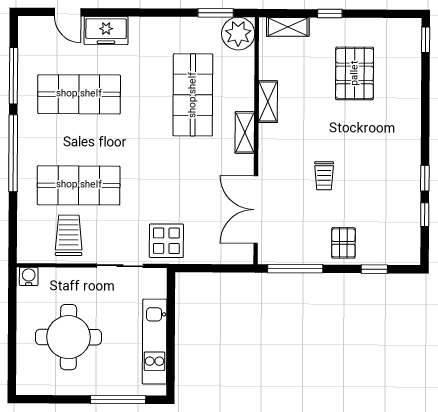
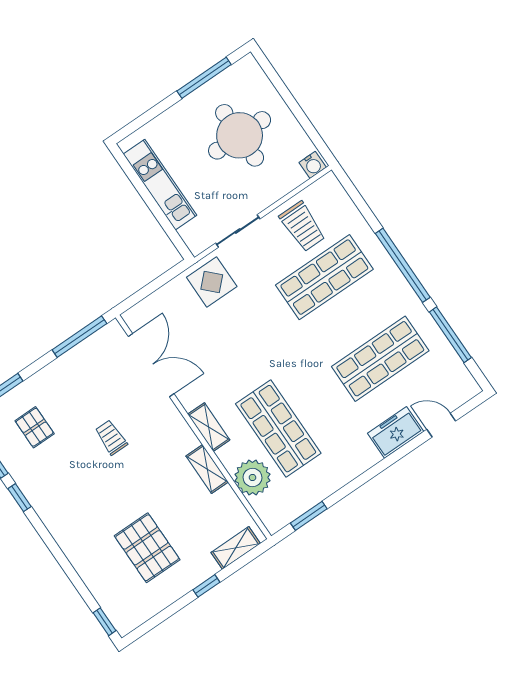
plant: (238, 34) -> (253, 478), moved
pallet: (343, 243) -> (35, 427), moved
window: (118, 400) -> (204, 78), moved

